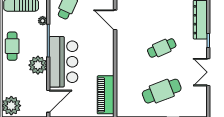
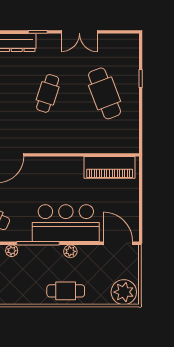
cafe table: (12, 46) -> (66, 291), moved
cafe table: (162, 48) -> (48, 93), turned 42
plant: (38, 65) -> (70, 251), width x0.53, depth x0.53

